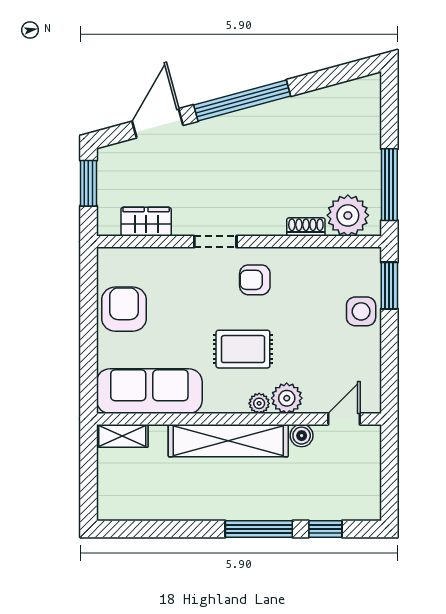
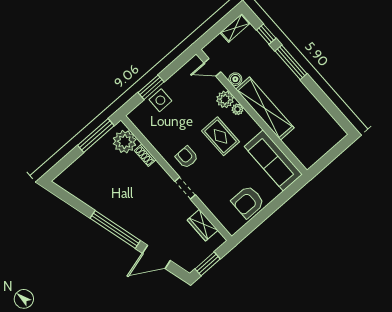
armchair: (255, 280) -> (187, 157), turned 180
window: (389, 286) -> (151, 87), moved
shelving: (122, 436) -> (235, 28), moved, turned 90

